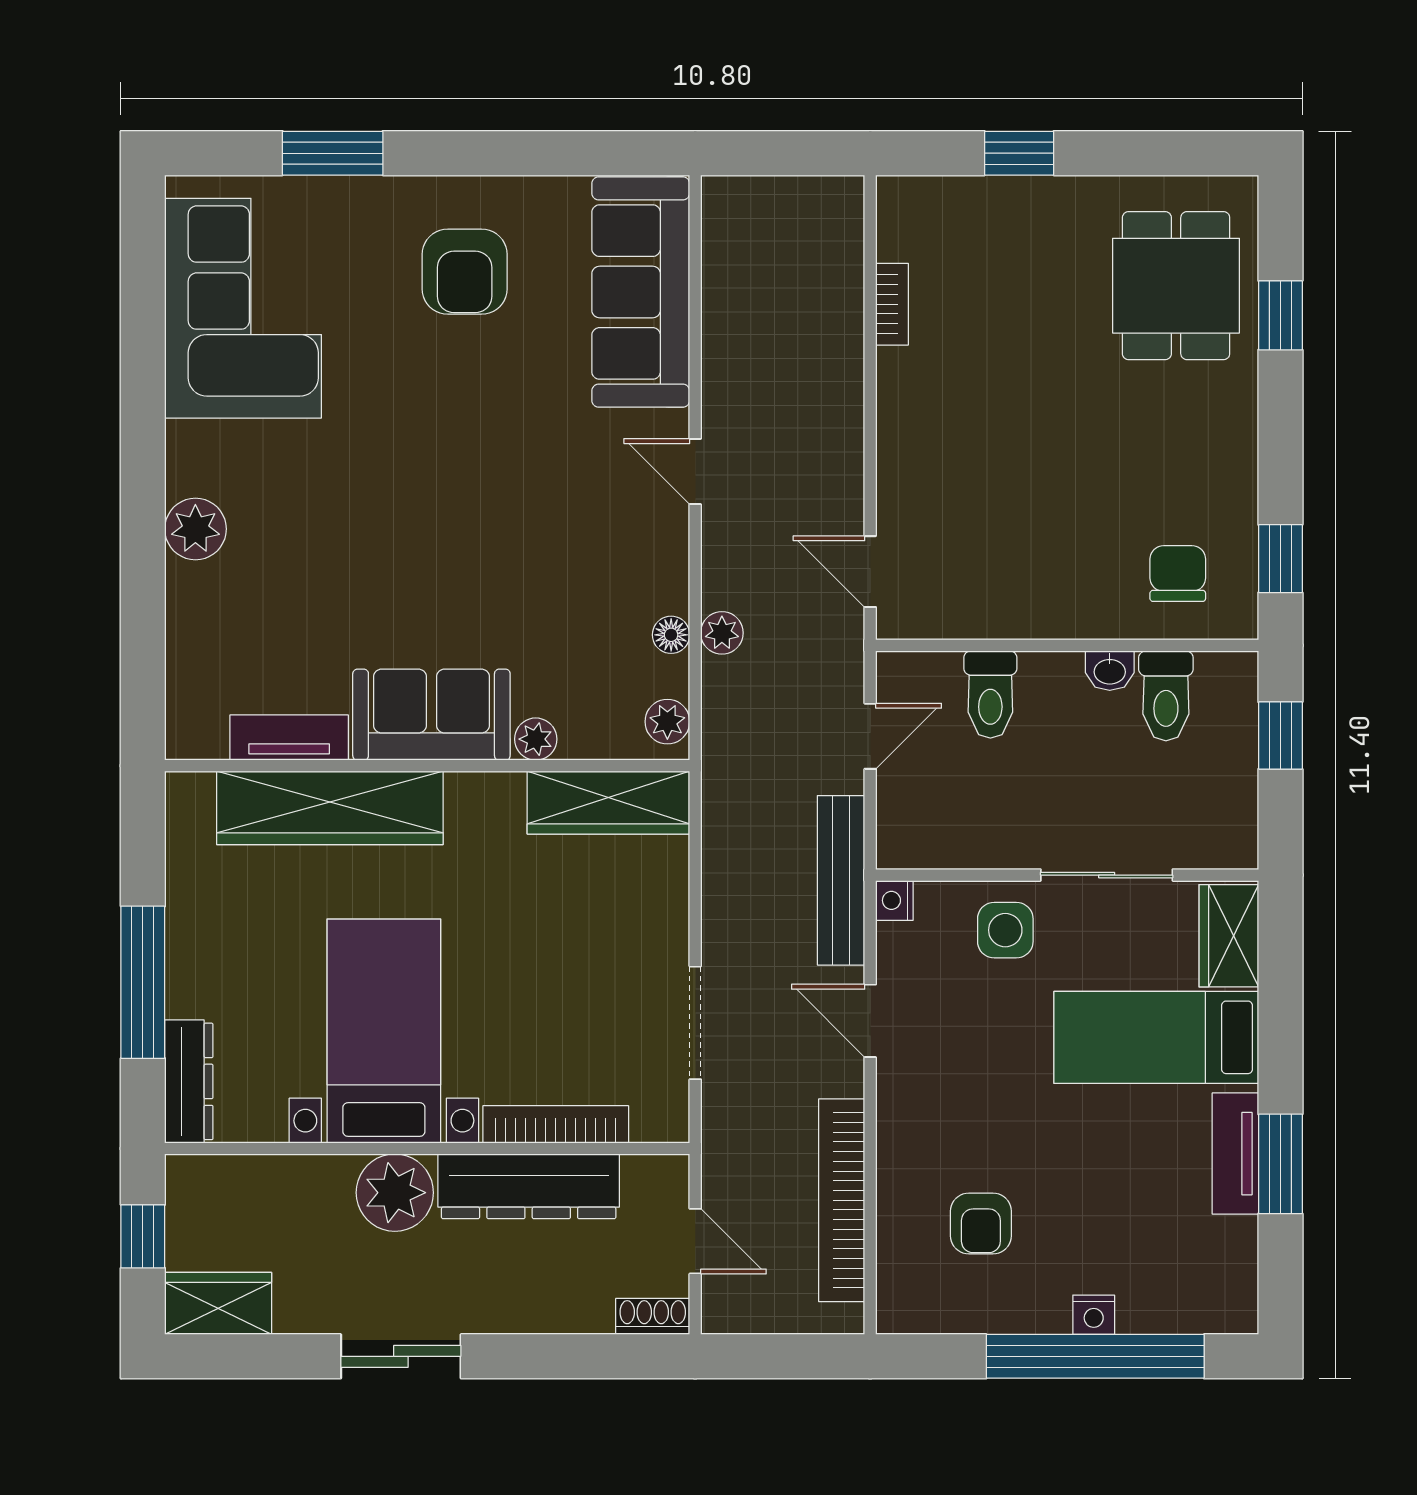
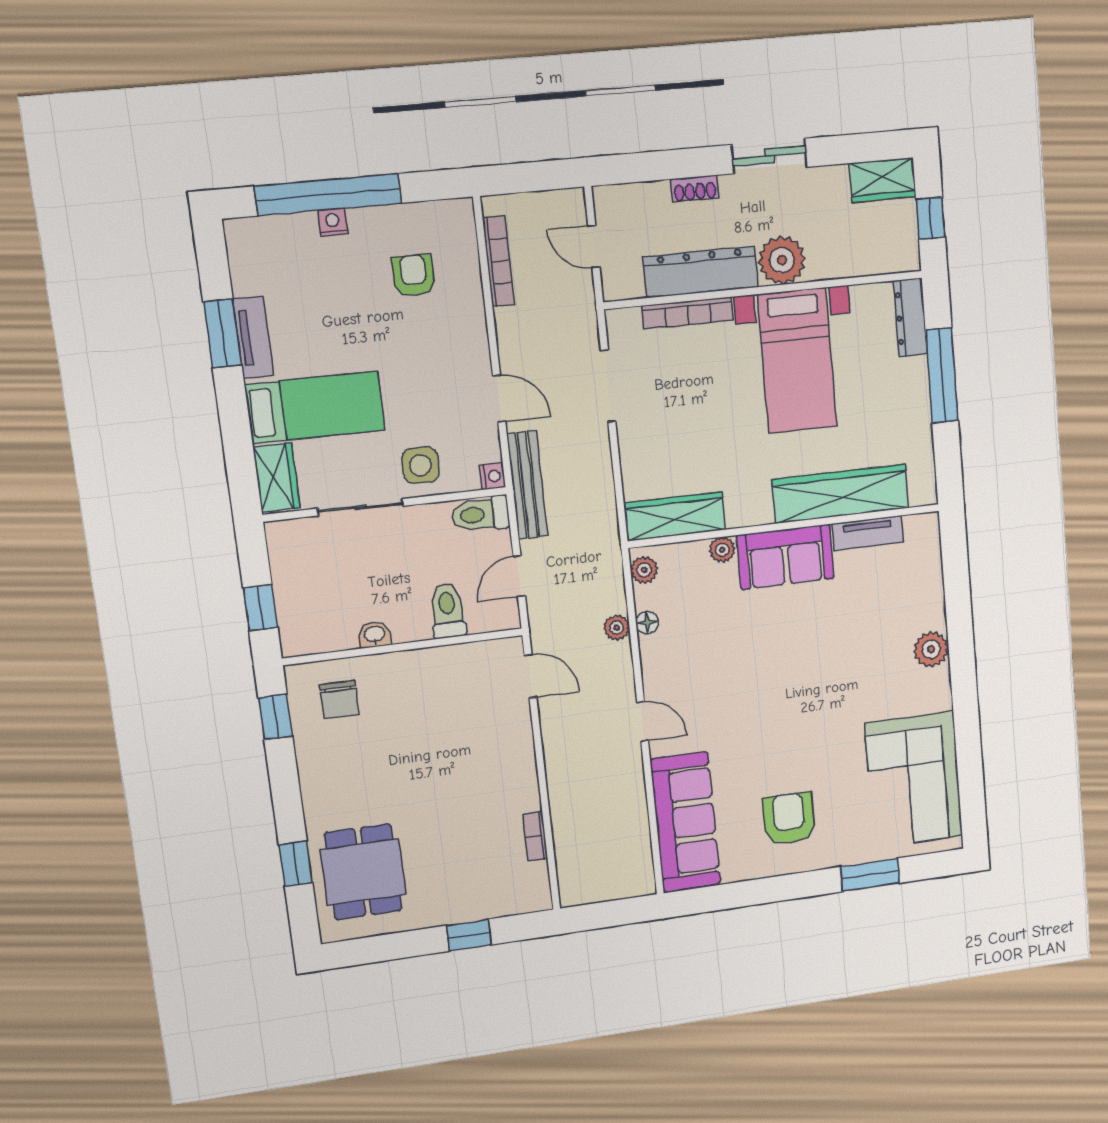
toilet: (1166, 696) -> (480, 514), moved, turned -90
bookcase: (842, 1200) -> (498, 261), width x0.68, depth x0.76
shoe rack: (653, 1316) -> (695, 188), moved

